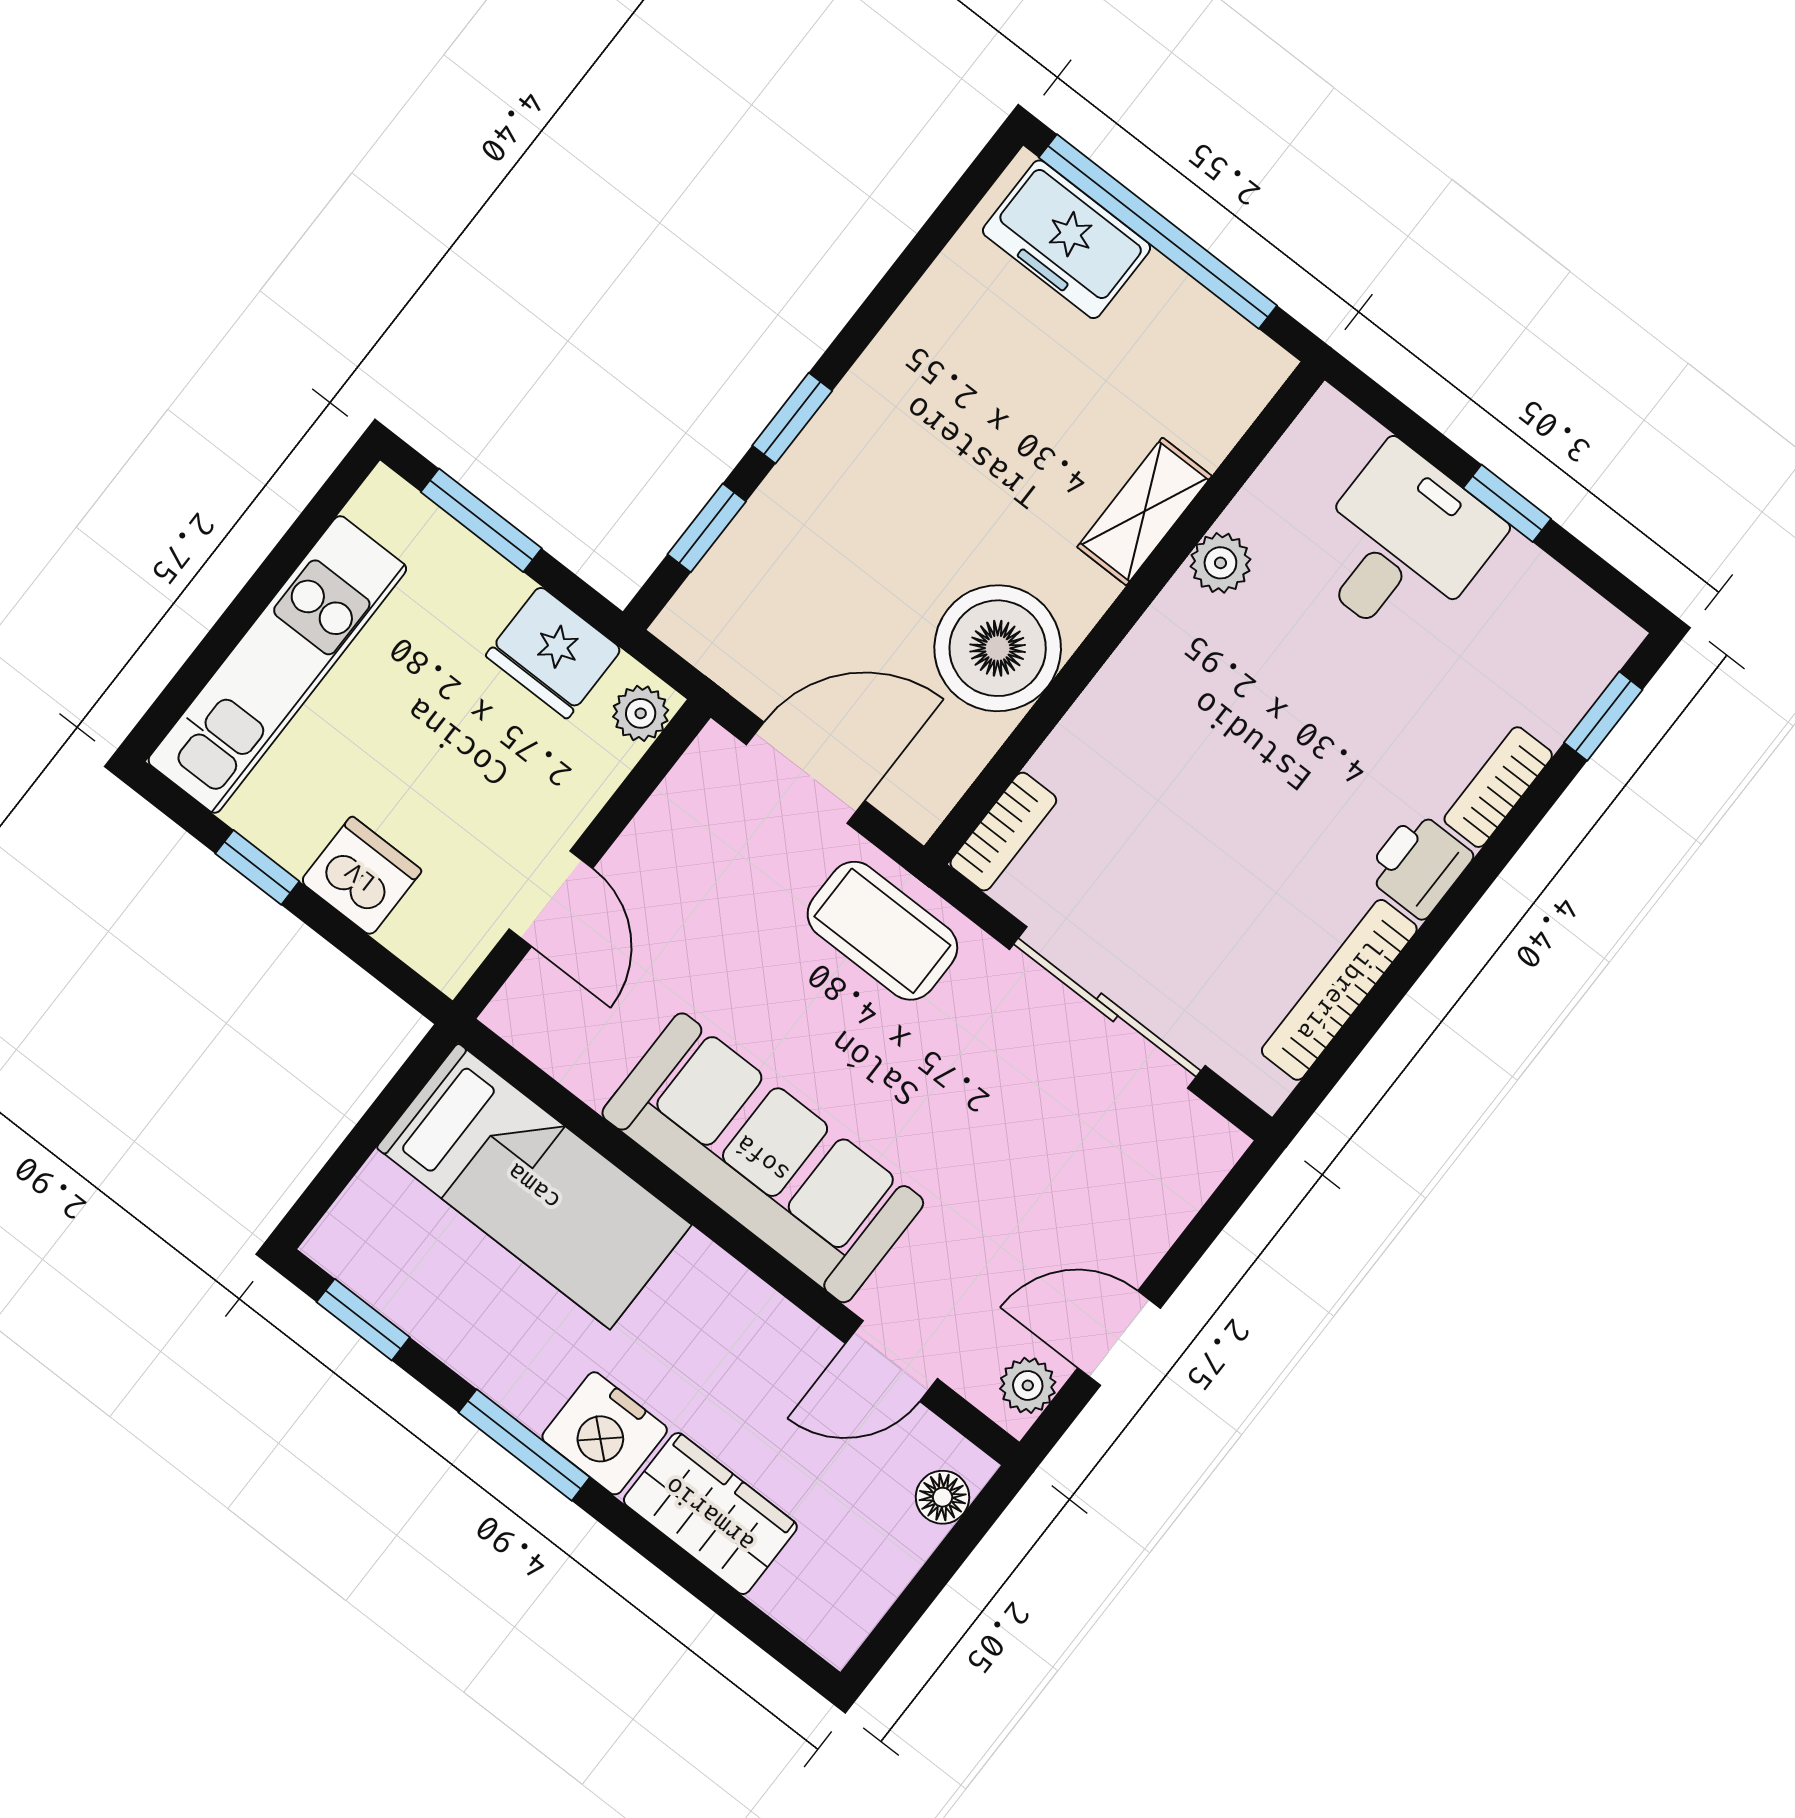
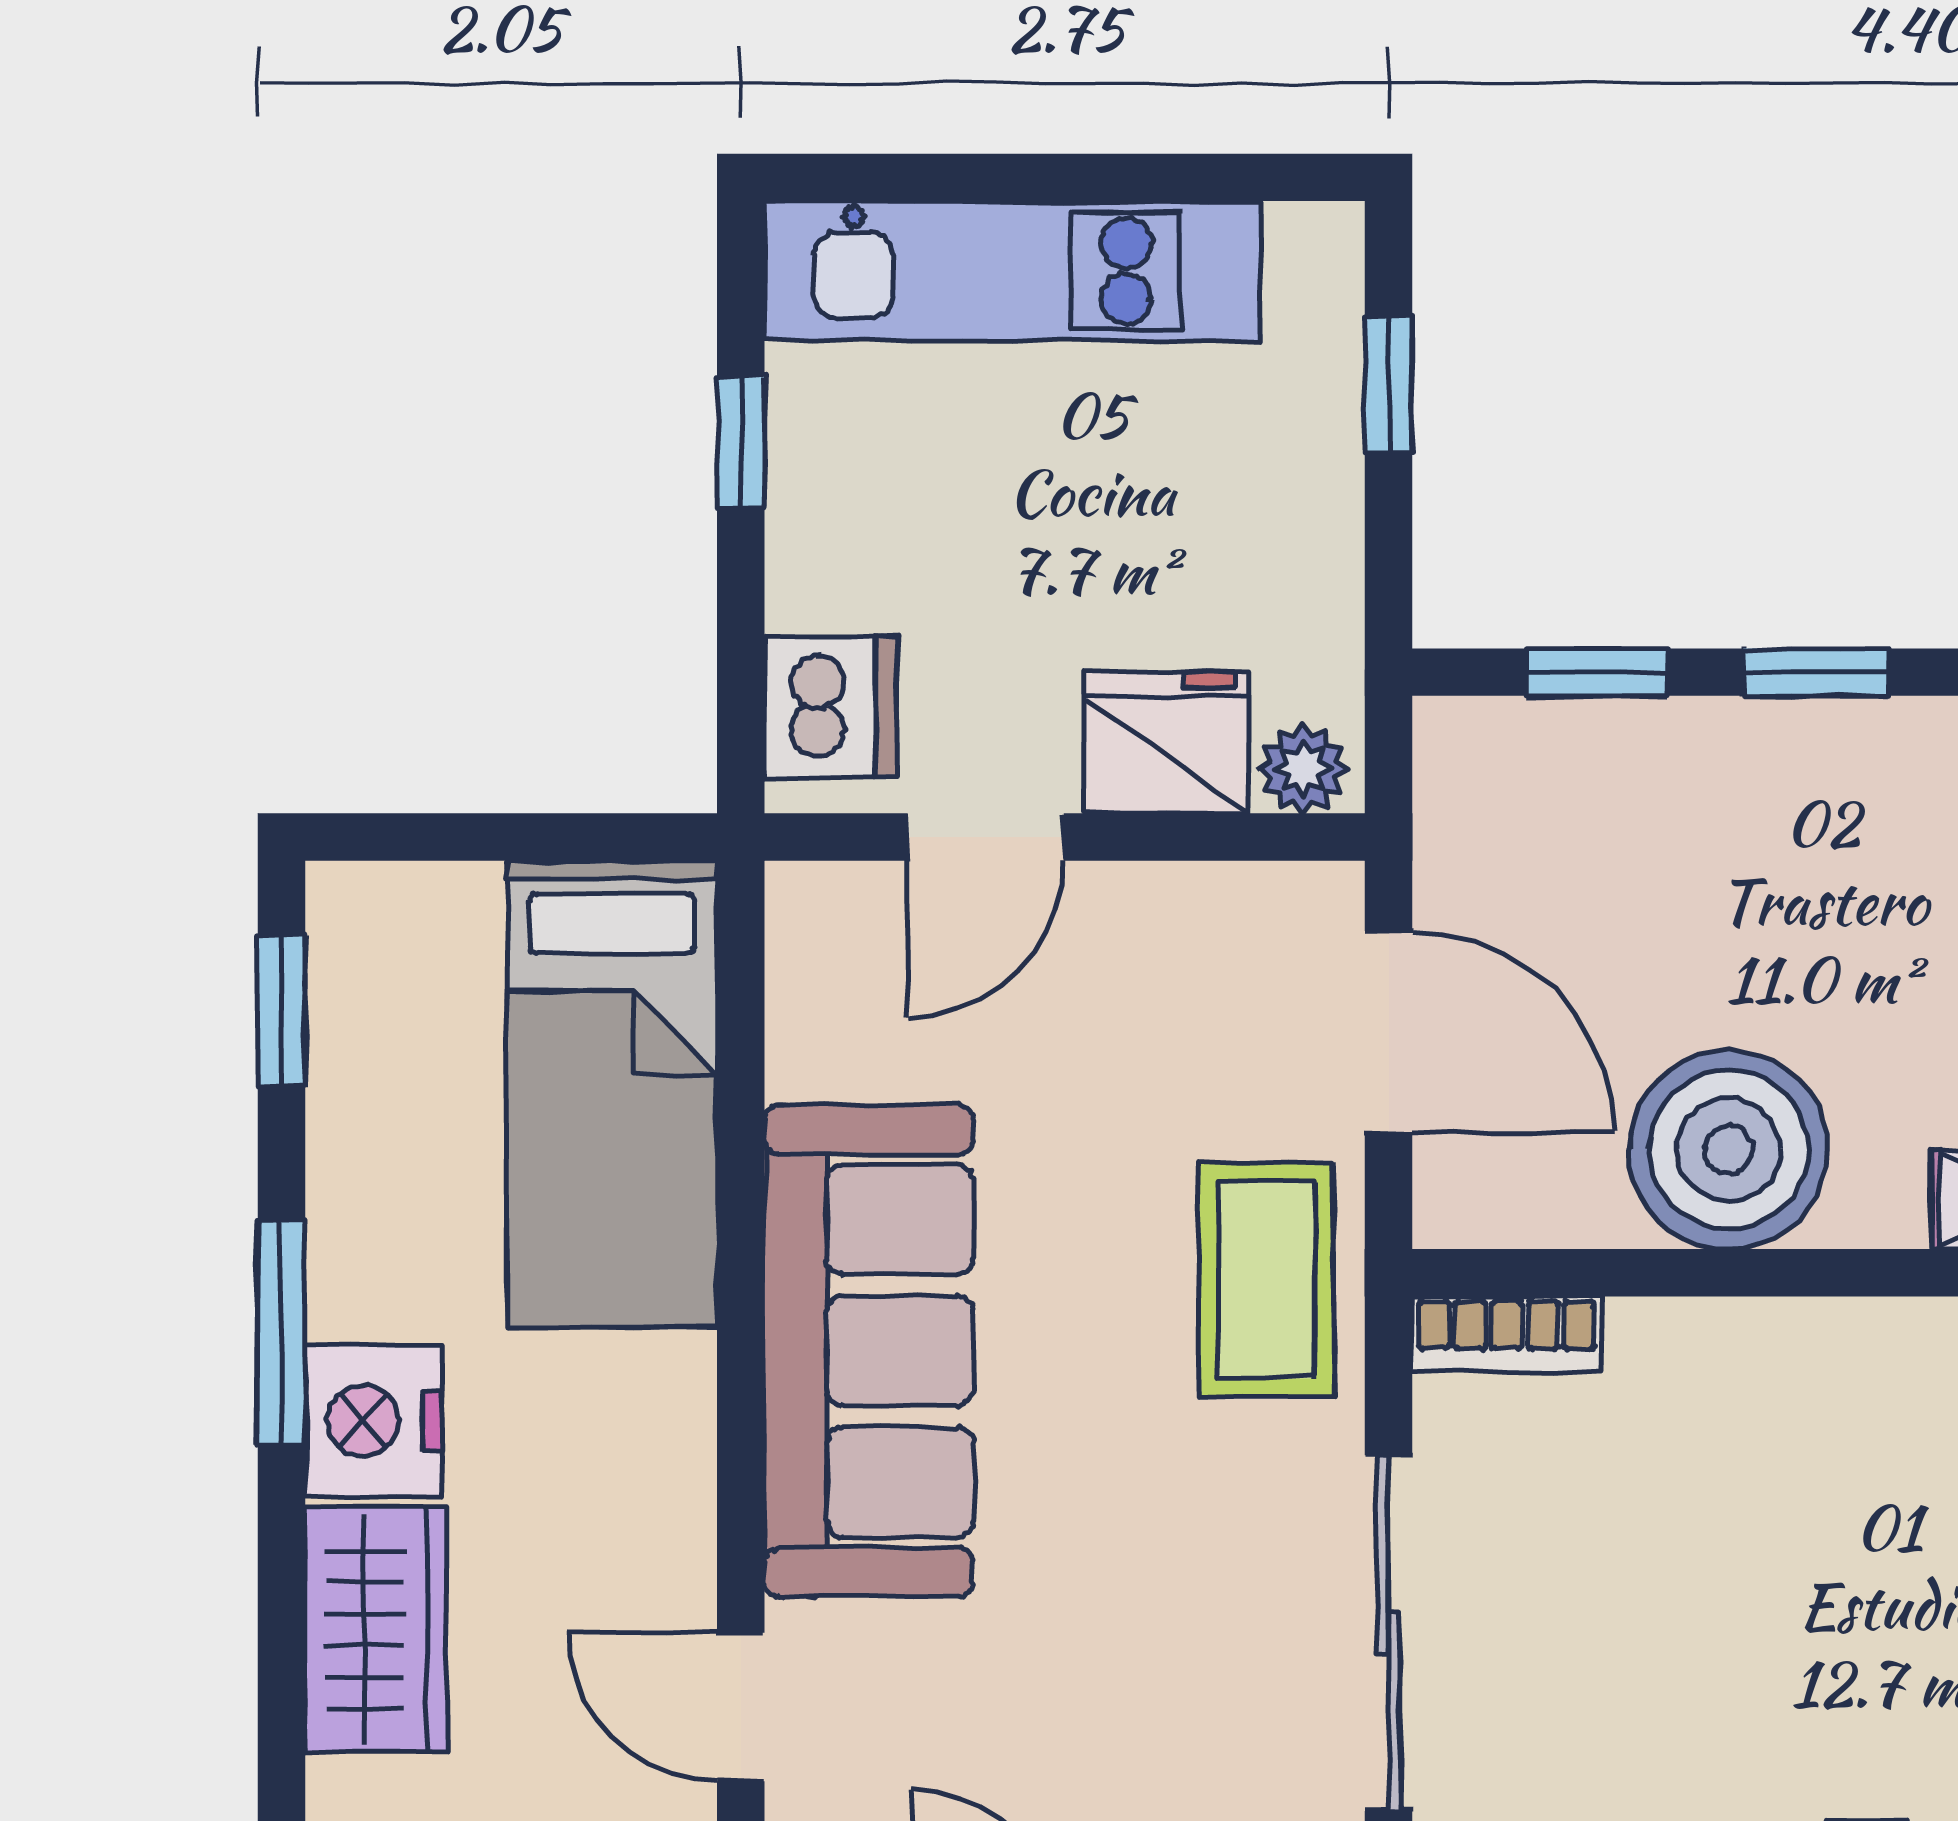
window: (481, 520) -> (1389, 384), width x0.67
fridge: (553, 652) -> (1167, 743), moved, turned 90
dishwasher: (361, 876) -> (831, 707), moved

